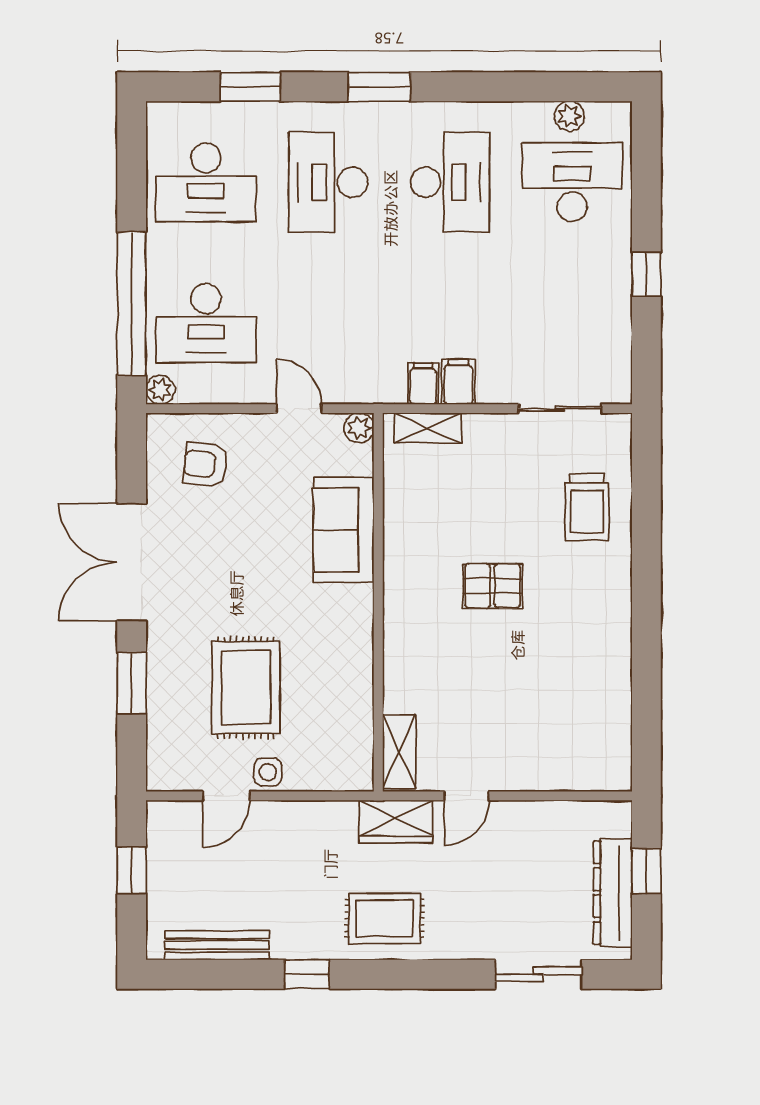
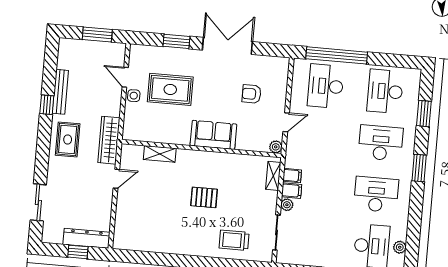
desk: (450, 182) -> (376, 194), turned 180
plant: (160, 390) -> (287, 205), moved
armchair: (205, 464) -> (252, 94), moved, turned -96
sofa: (344, 530) -> (213, 135), moved
pallet: (493, 586) -> (204, 197), turned 90
shelving: (399, 752) -> (160, 154), moved
door: (467, 796) -> (116, 179), swing flipped
wardrobe: (396, 821) -> (109, 140), width x1.50
window: (132, 870) -> (97, 34), width x1.50
dresser: (613, 893) -> (86, 238), moved
bench: (217, 945) -> (60, 92), moved

